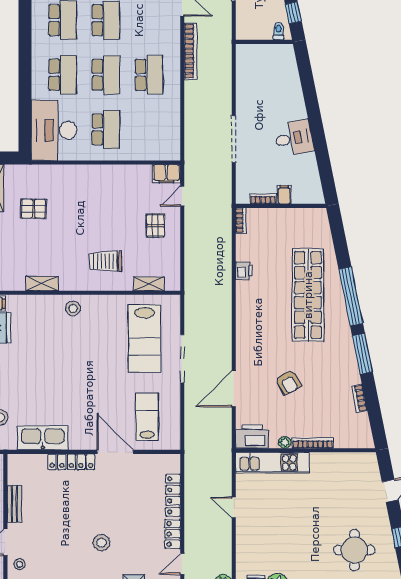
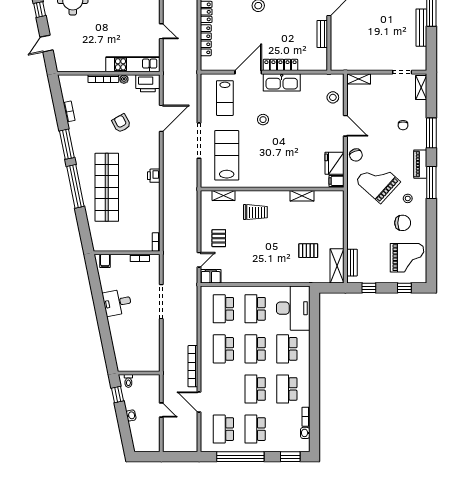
school desk: (149, 129) -> (223, 309), added
filing cabinet: (284, 195) -> (105, 261), moved
printer: (244, 271) -> (154, 176), moved
stool: (73, 308) -> (263, 120), moved
kitchen sink: (43, 438) -> (282, 82), moved
door: (115, 452) -> (248, 72), swing flipped

